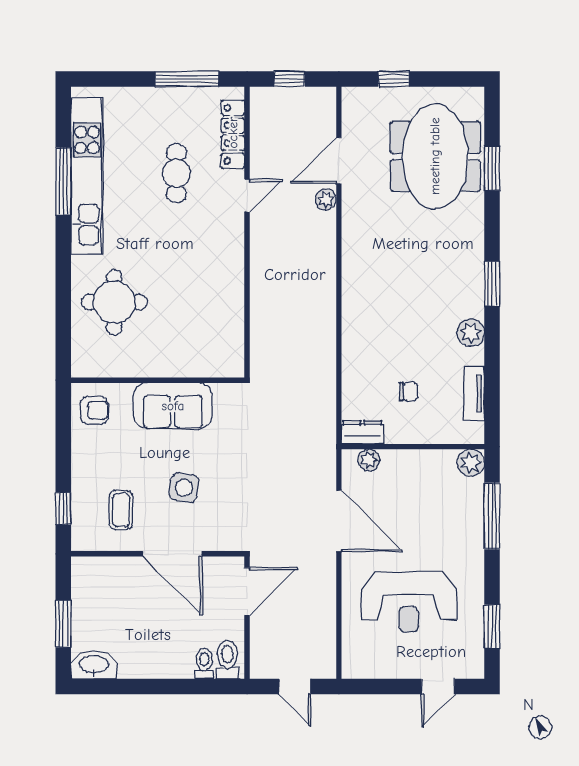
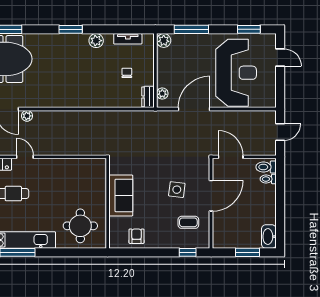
wall: (158, 380) -> (108, 203), moved
sofa: (173, 406) -> (121, 195), moved
reception desk: (409, 602) -> (236, 73), width x1.36, depth x1.30

